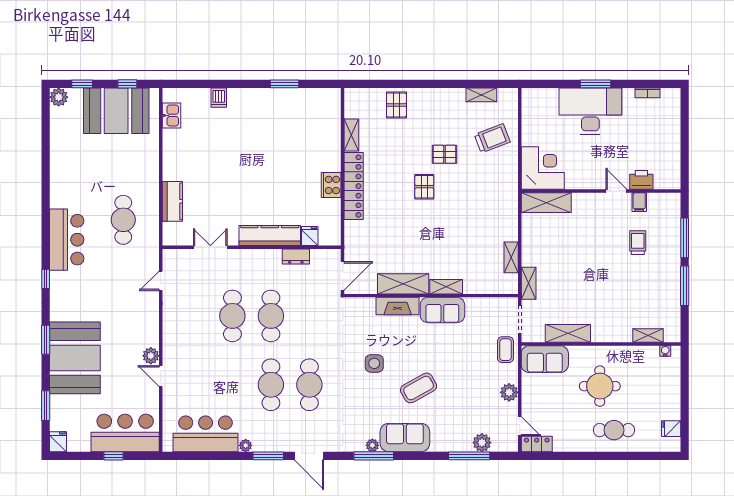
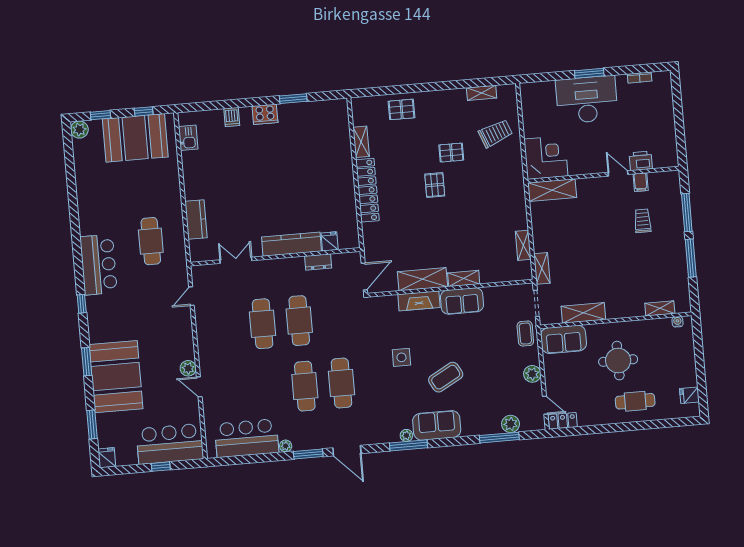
pallet: (396, 105) -> (402, 109), turned 90
cooker: (331, 185) -> (265, 114), moved, turned -90

